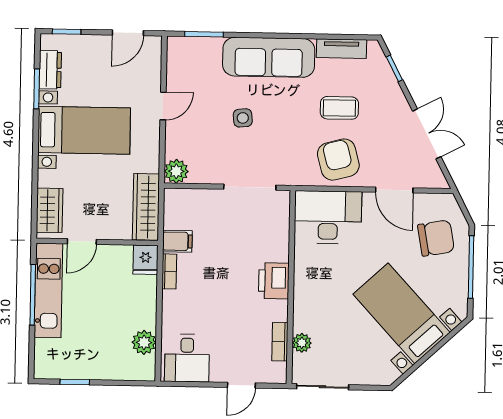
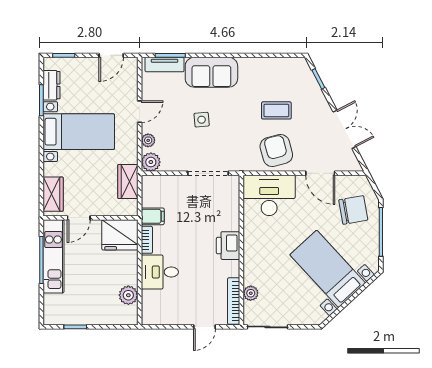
tv unit: (341, 49) -> (165, 64), moved
sofa: (269, 57) -> (211, 72), width x0.73
plant: (173, 143) -> (148, 140), added
wardrobe: (146, 207) -> (128, 182), width x0.67
fridge: (146, 260) -> (120, 235), width x1.88, depth x1.34
bookcase: (280, 342) -> (234, 301), width x1.56
desk: (187, 358) -> (160, 272), moved, turned 90

